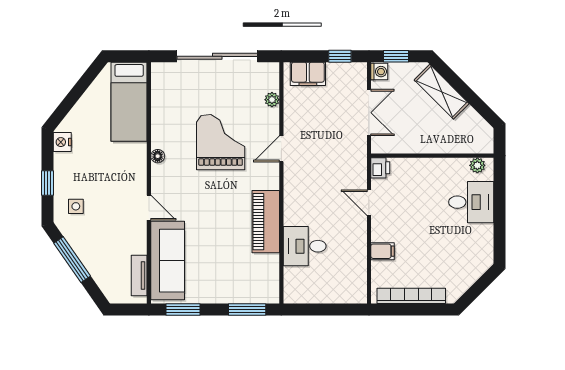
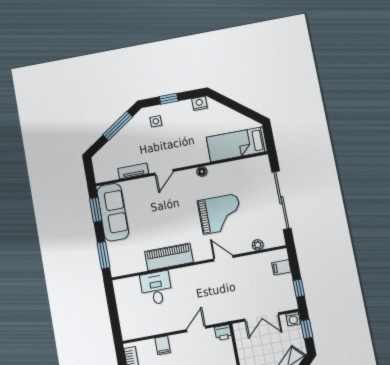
filing cabinet: (308, 74) -> (281, 267), width x0.50
sofa: (168, 261) -> (113, 212), moved, turned -90
tv unit: (139, 276) -> (133, 171), moved

